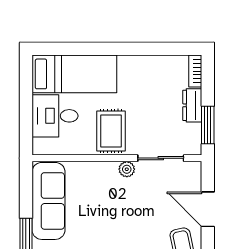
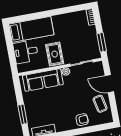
dresser: (192, 105) -> (92, 34), removed
sofa: (49, 201) -> (43, 80), moved, turned 90

